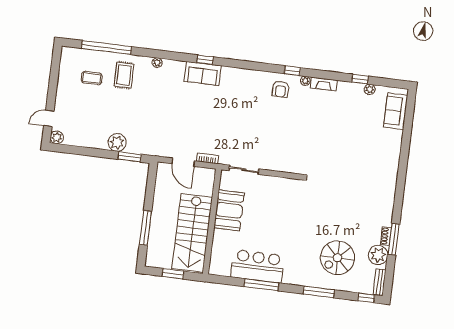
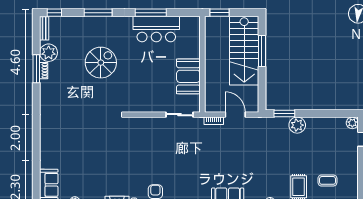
stairs: (192, 233) -> (244, 51), moved, turned 180
spiral stairs: (337, 258) -> (101, 63), moved
window: (173, 274) -> (220, 13), moved

